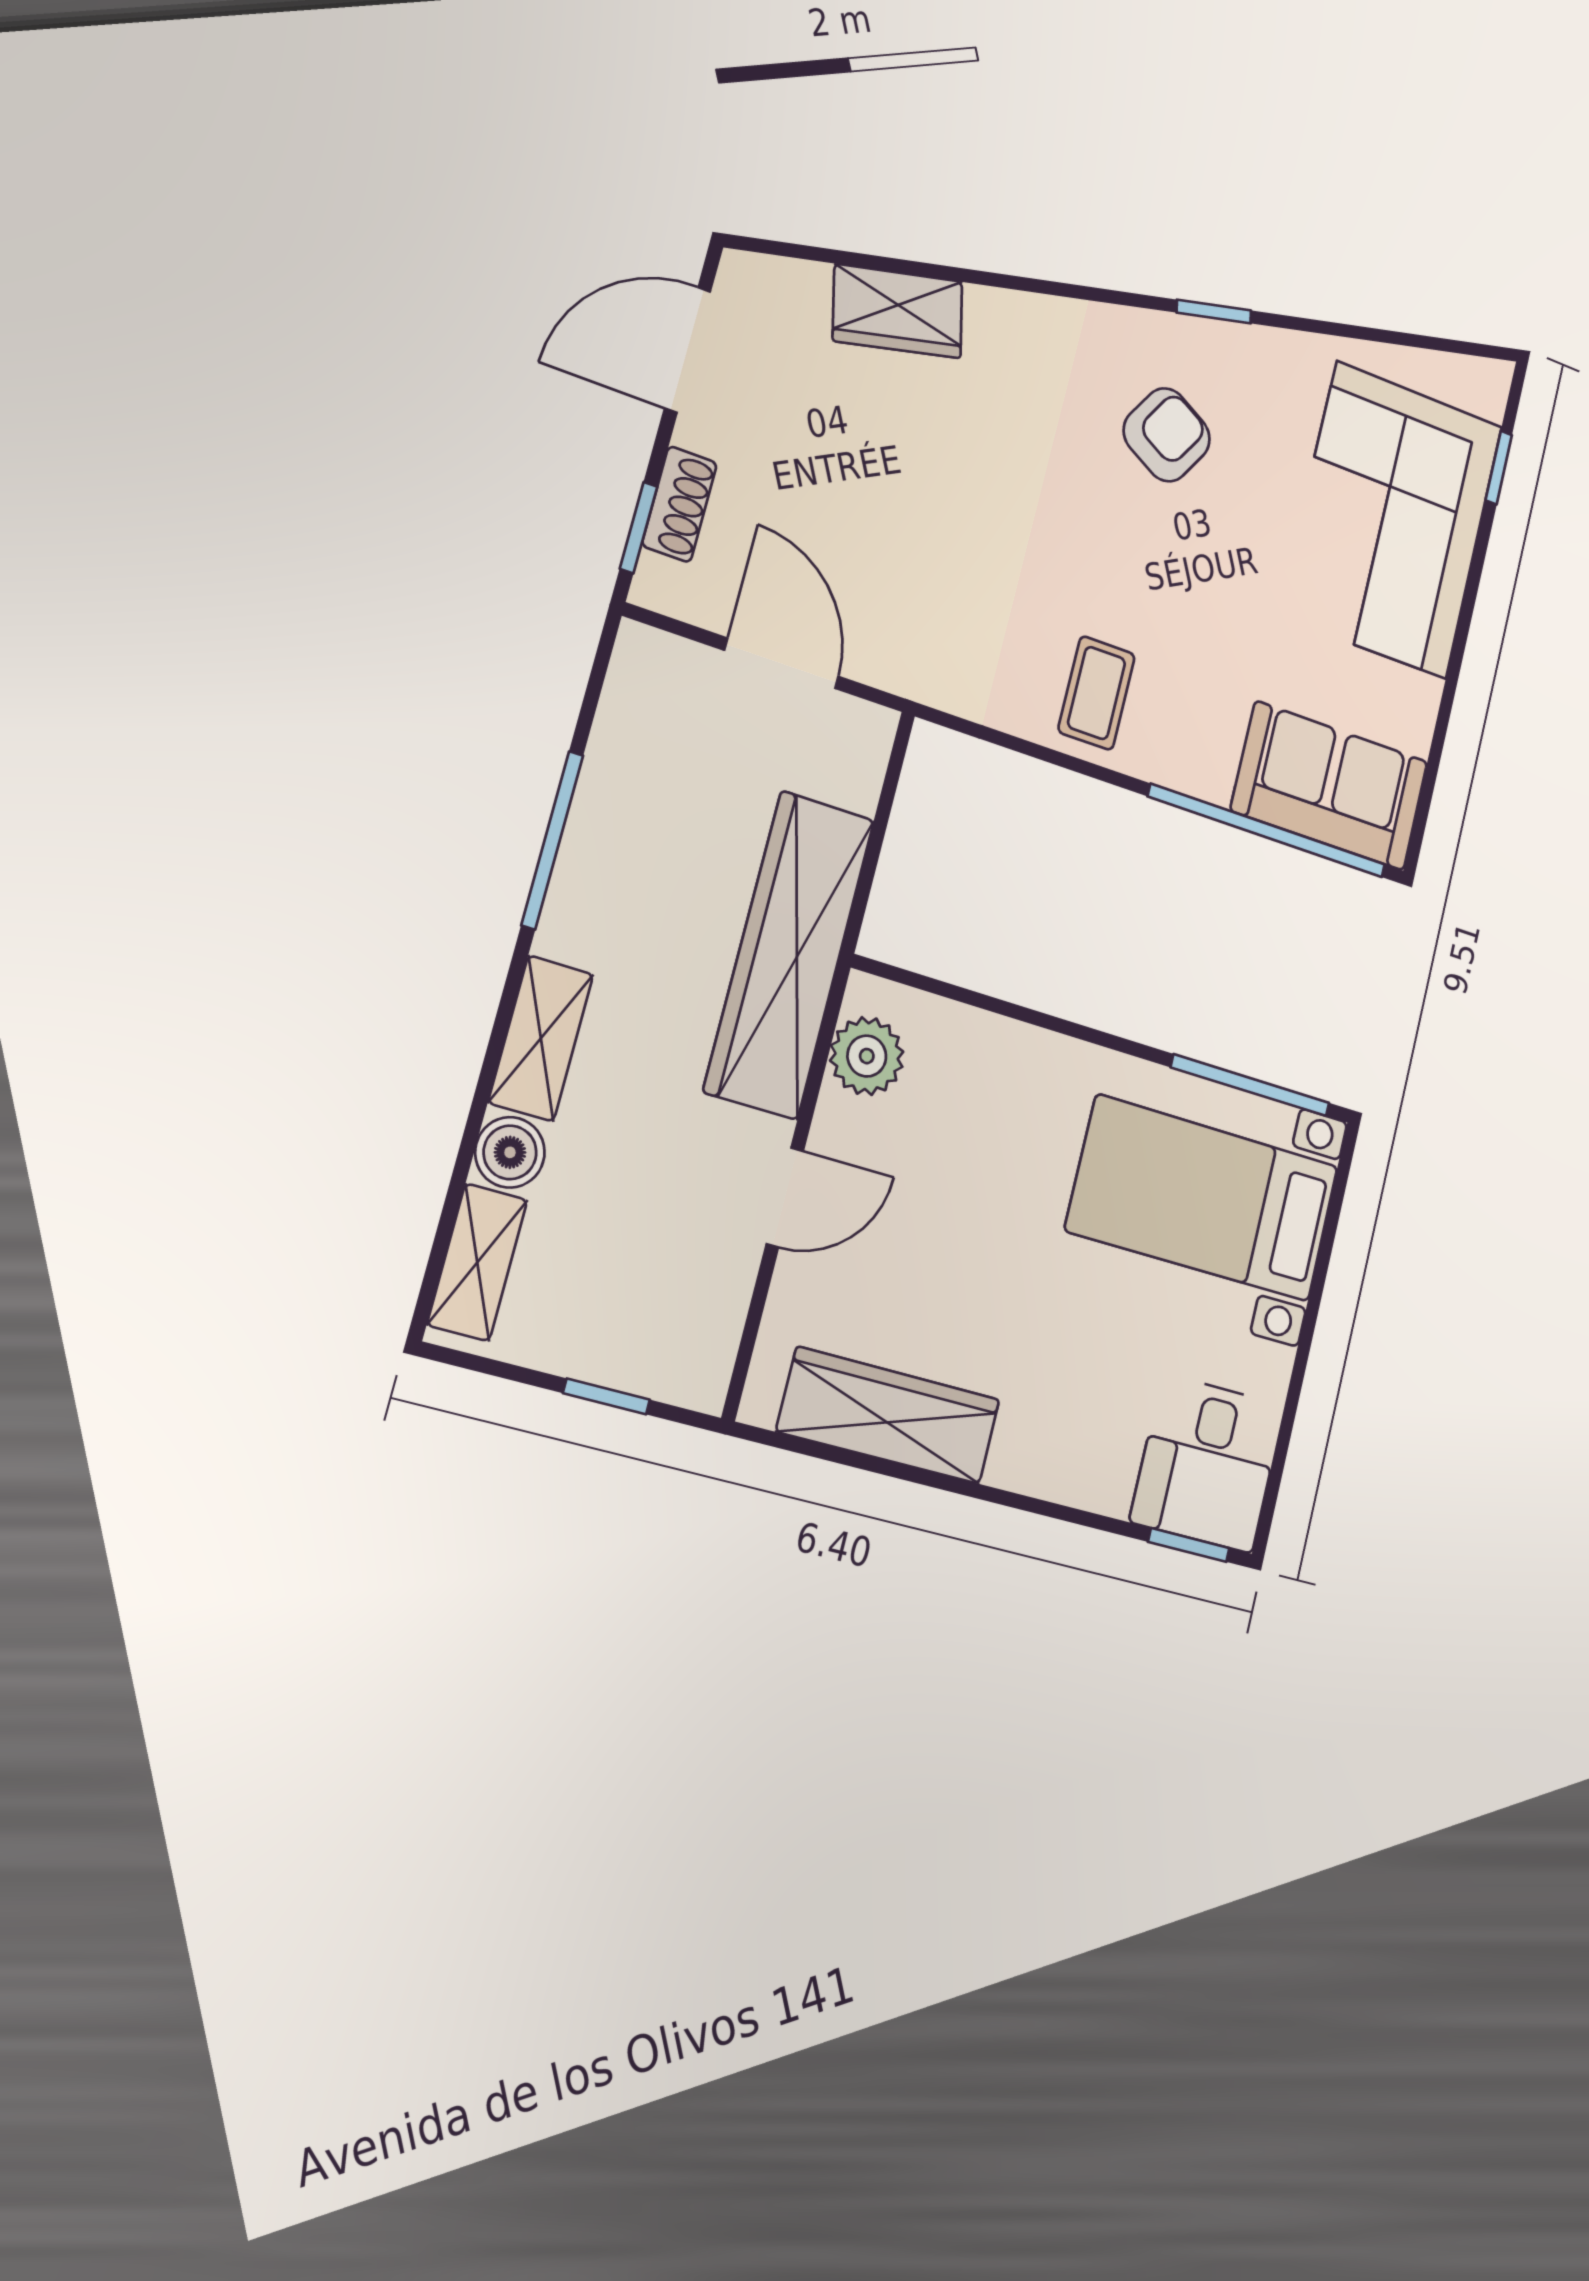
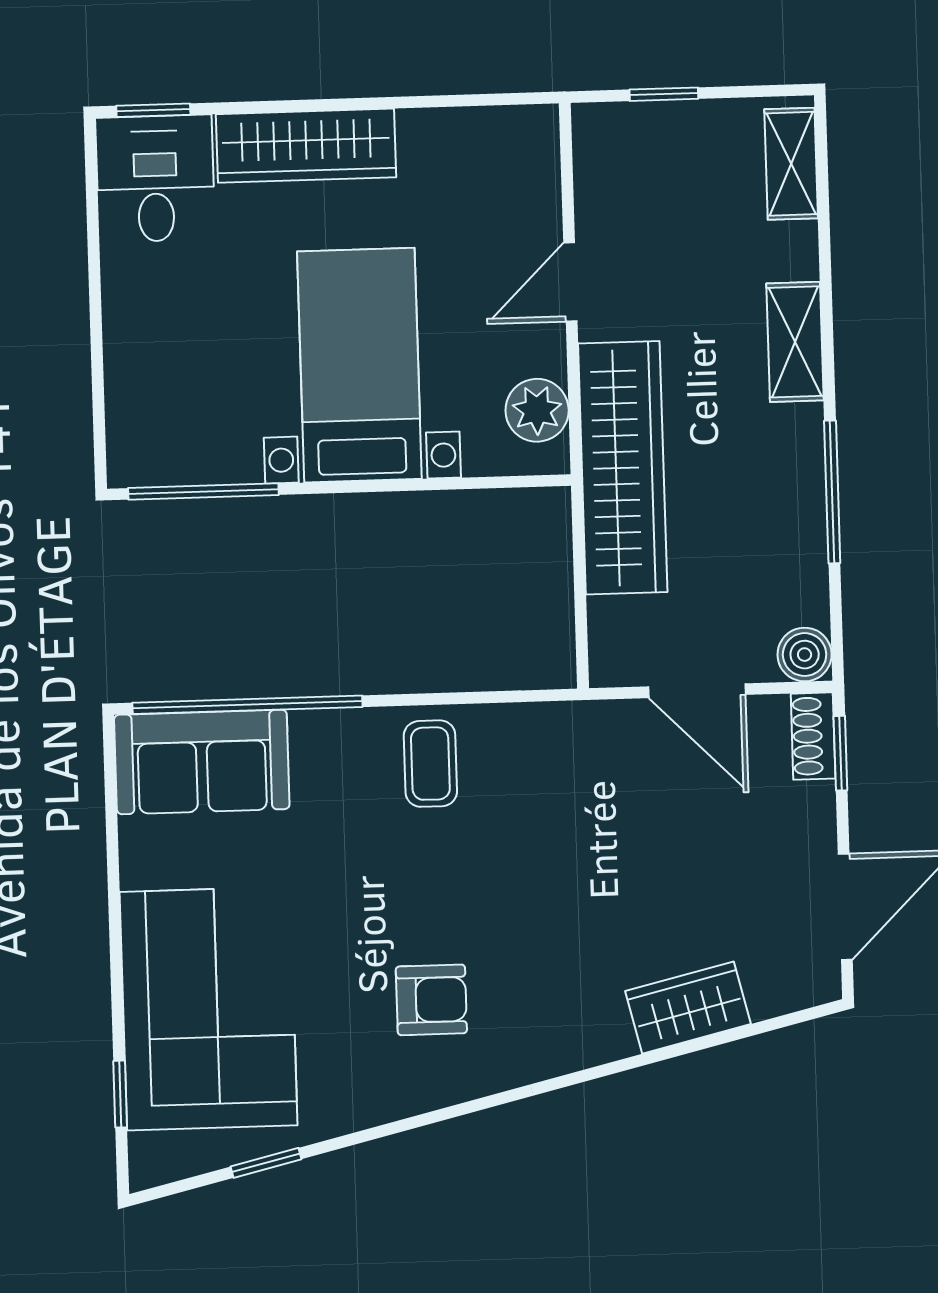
window: (1214, 312) -> (266, 1163), moved
armchair: (1167, 435) -> (431, 1000), turned -120
shoe rack: (679, 504) -> (813, 736), moved
boiler: (510, 1152) -> (805, 655), moved
bed with nightstands: (1203, 1198) -> (359, 365), moved, turned -90
wardrobe: (889, 1416) -> (306, 146), moved

